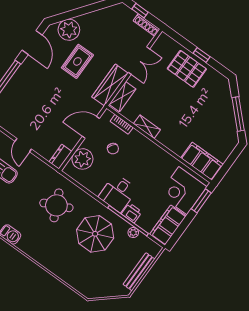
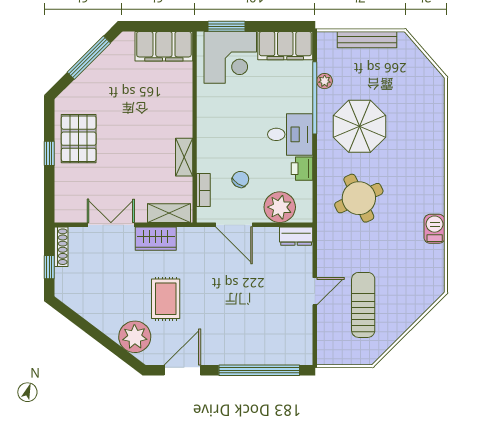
rug: (77, 61) -> (166, 299), turned 90
pallet: (187, 69) -> (79, 139), moved
wardrobe: (110, 85) -> (156, 239), width x0.67
filing cabinet: (202, 161) -> (164, 46), moved, turned -90
printer: (132, 213) -> (302, 169), moved

